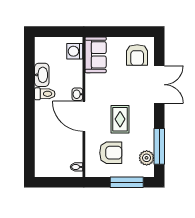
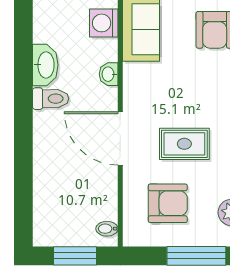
washbasin: (77, 94) -> (109, 74), moved
rug: (120, 119) -> (184, 144), turned 90
window: (58, 182) -> (75, 256), added

